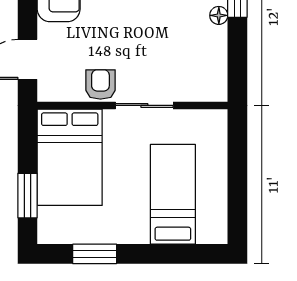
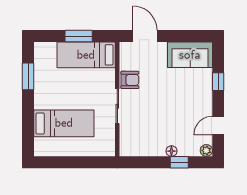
bed: (70, 157) -> (86, 55), width x0.67
window: (28, 196) -> (79, 36), moved

